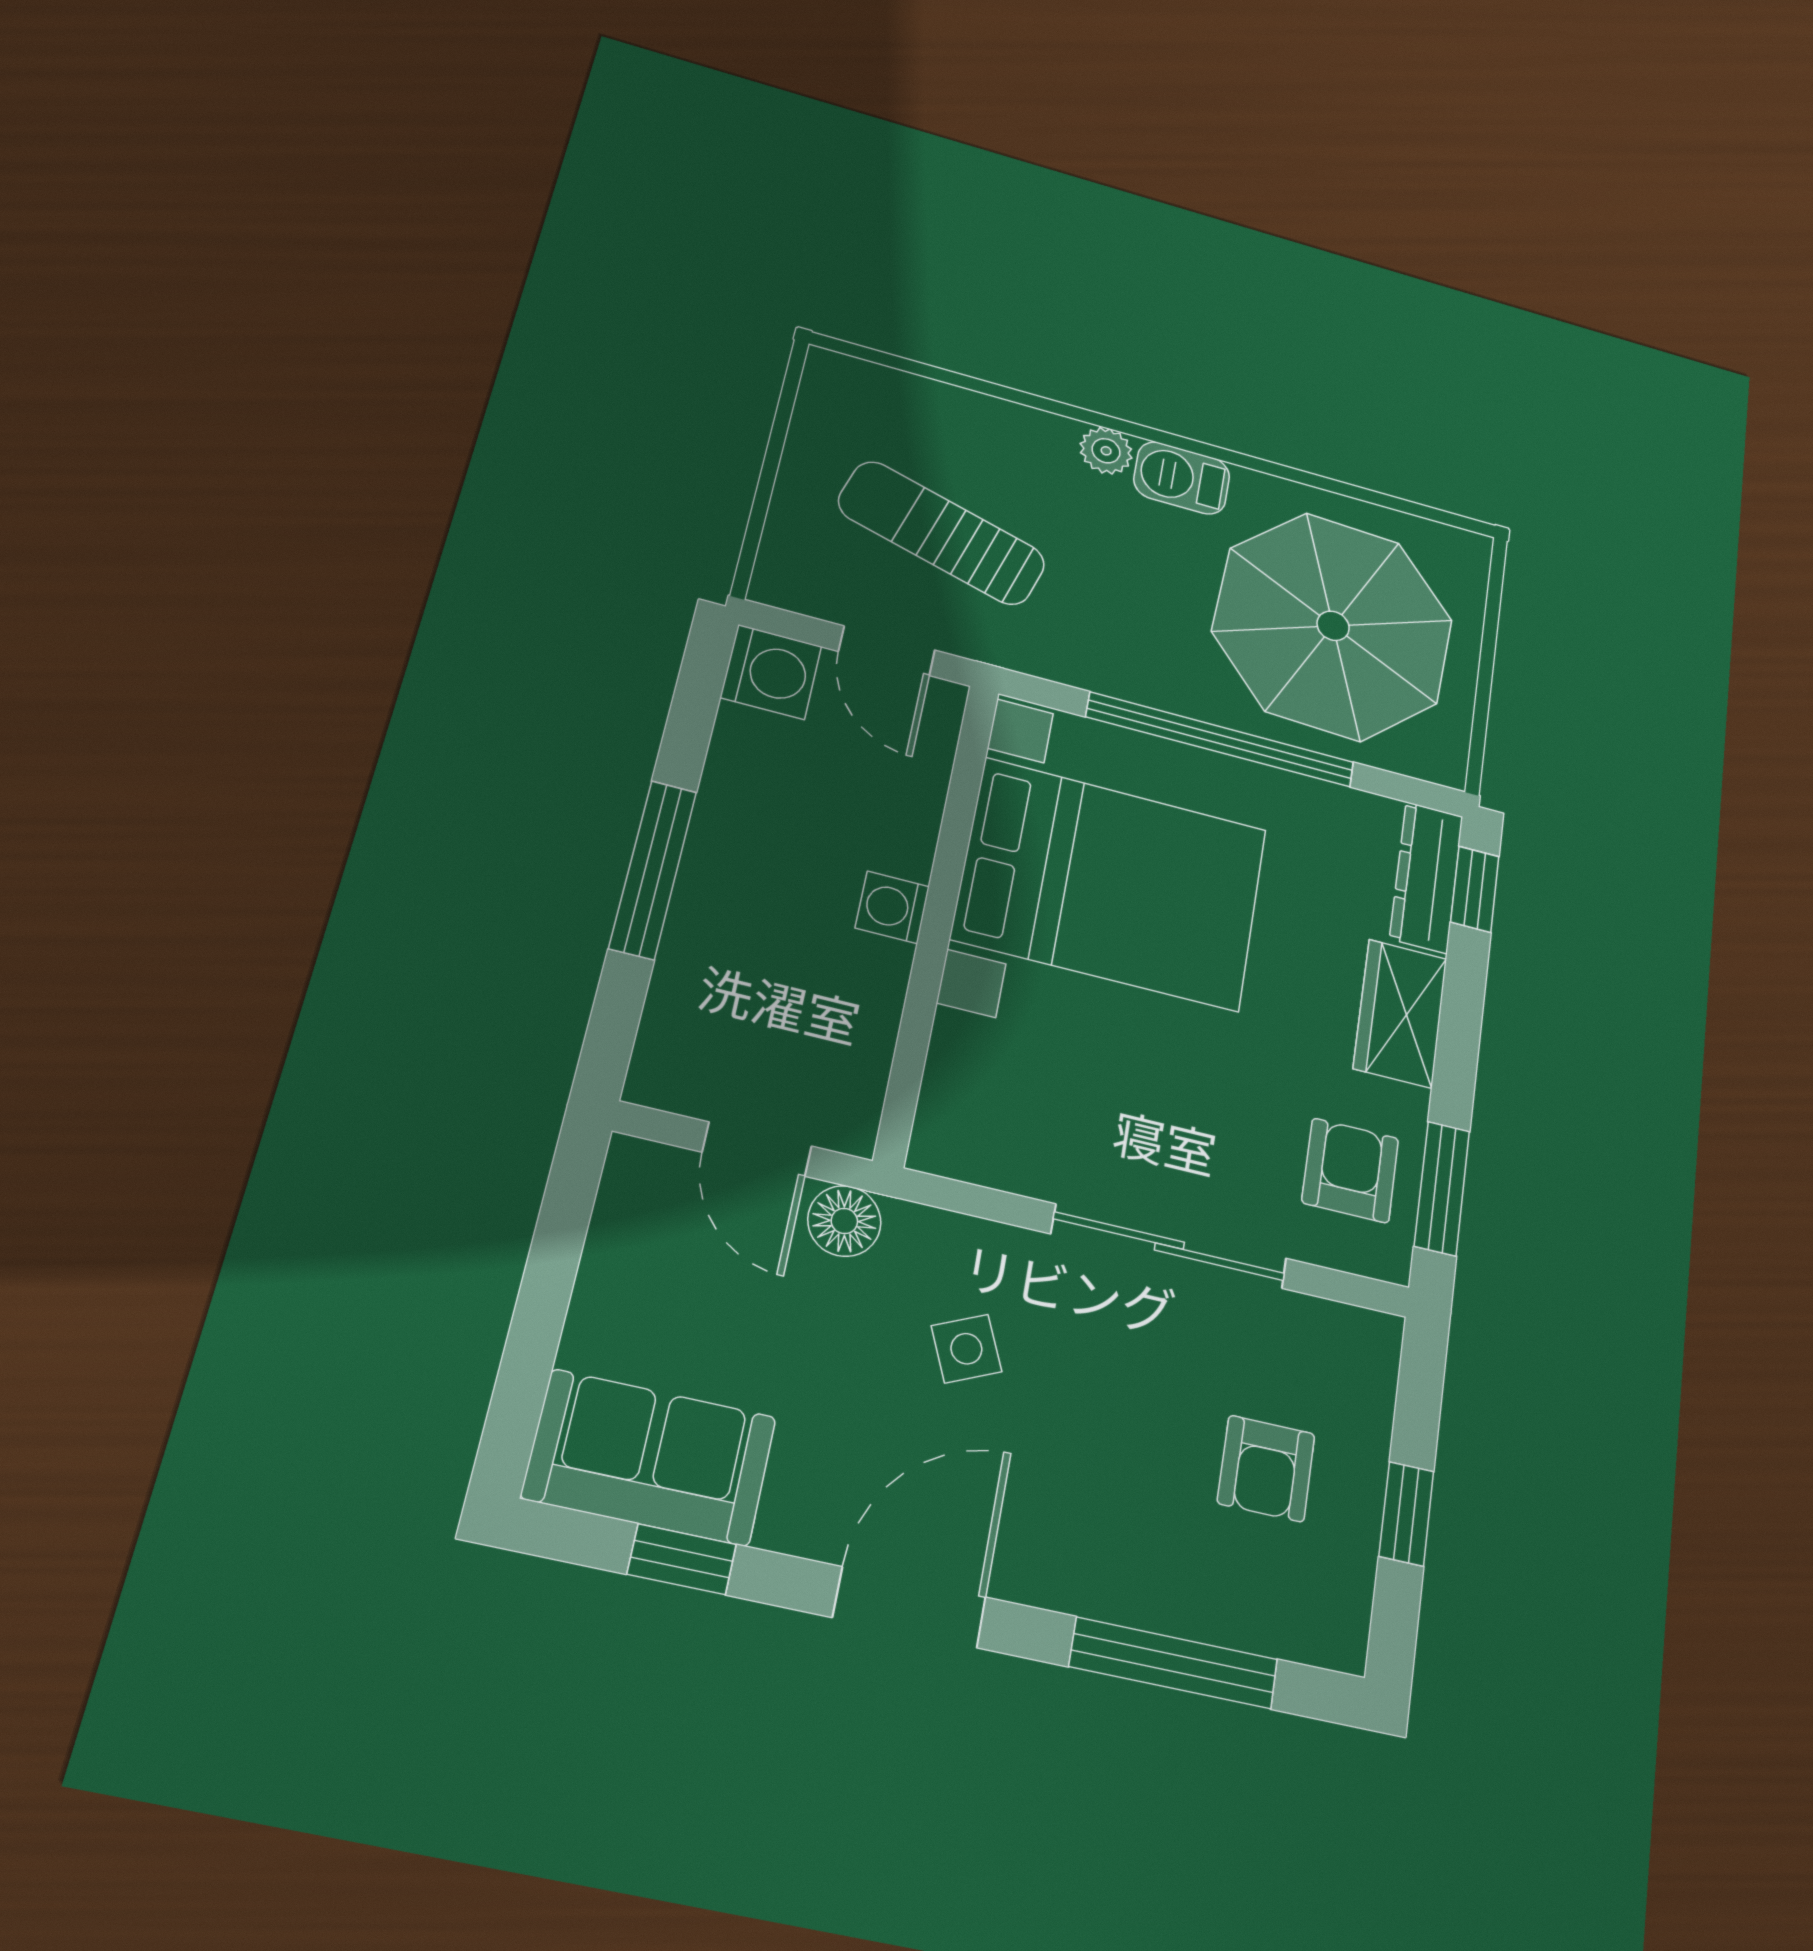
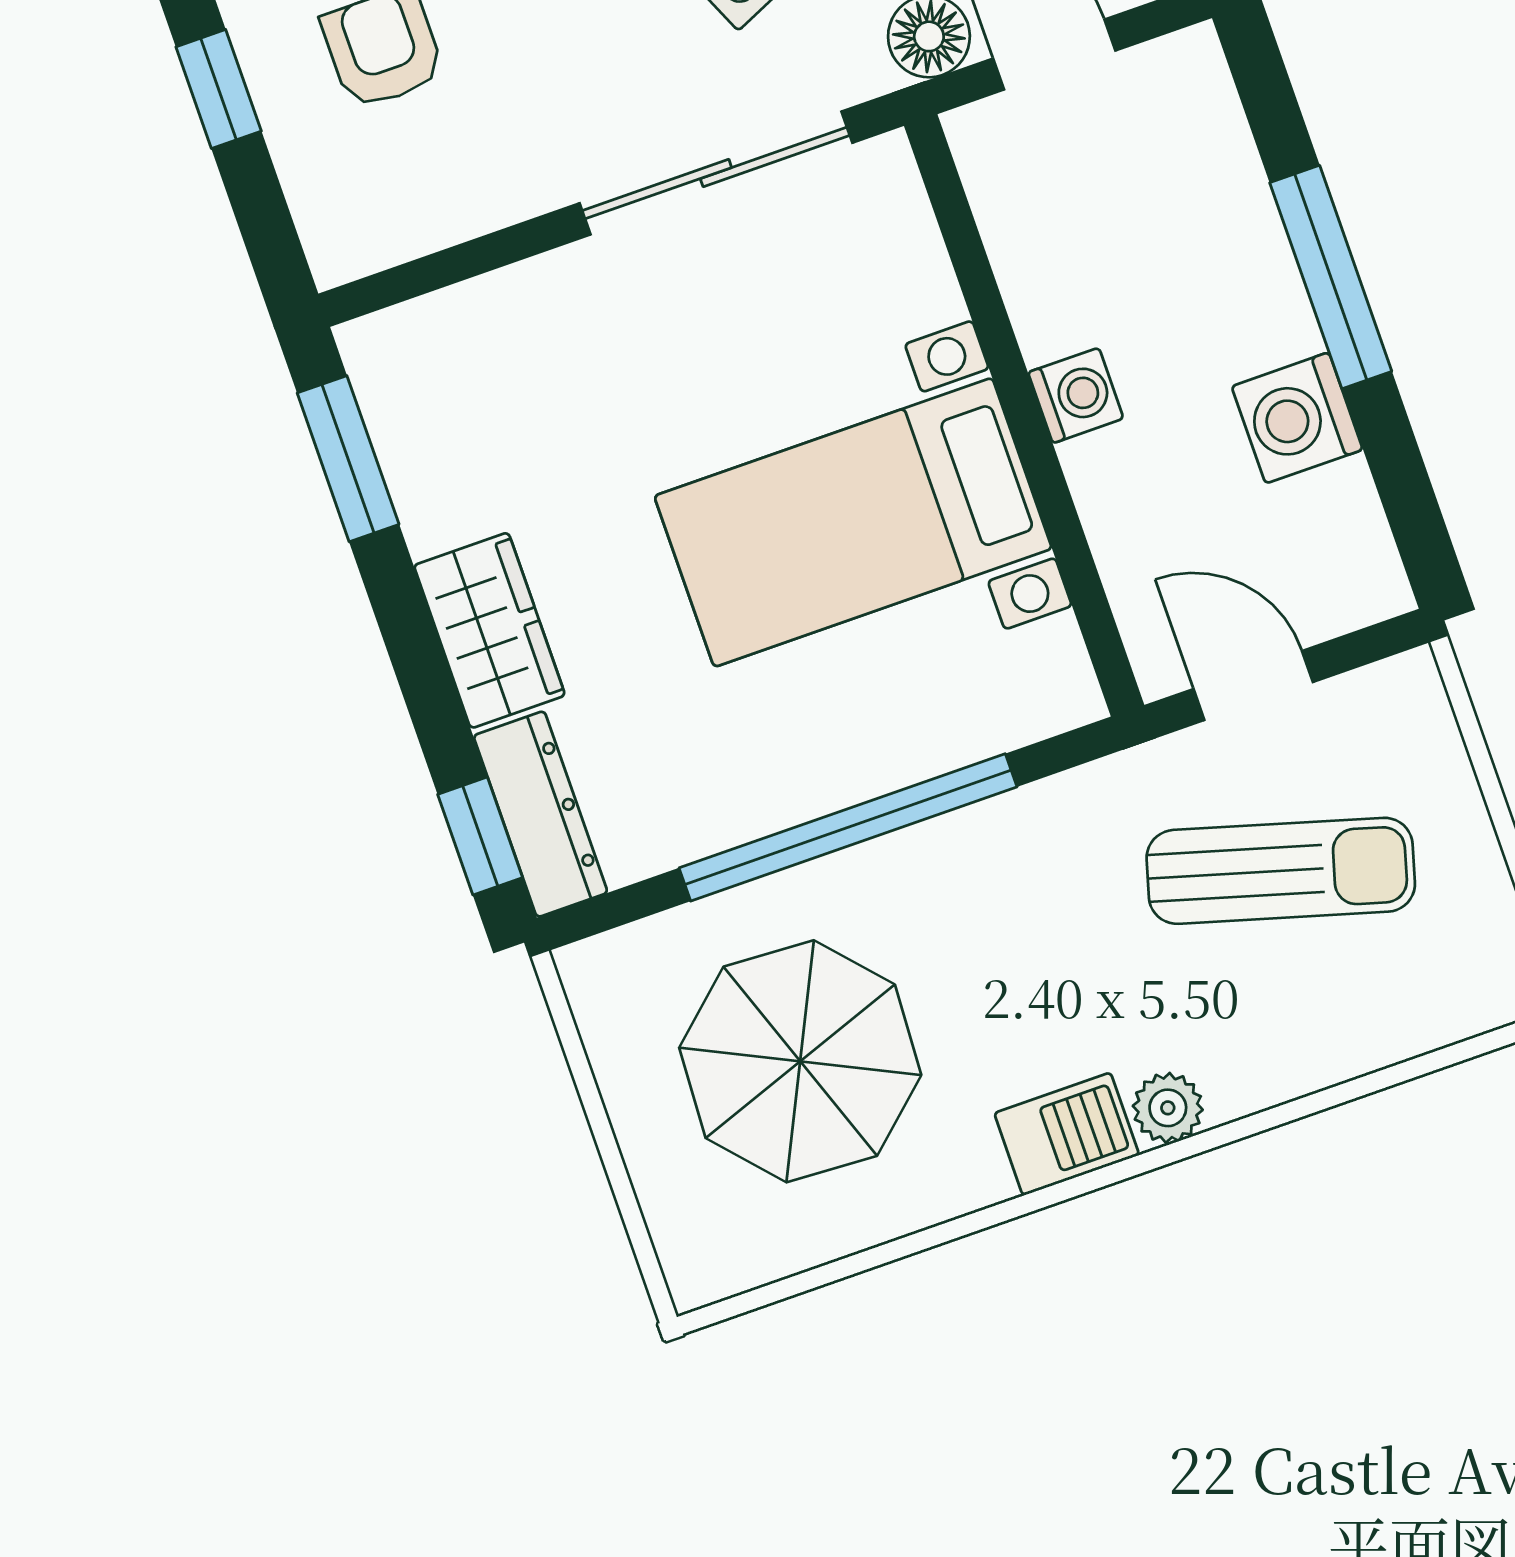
parasol: (1333, 626) -> (800, 1061), width x0.73, depth x0.73
washing machine: (771, 672) -> (1297, 418), moved
bed with nightstands: (1111, 884) -> (853, 522), width x0.73
armchair: (1350, 1170) -> (454, 416), removed
sliding door: (1169, 1246) -> (716, 173), moved

